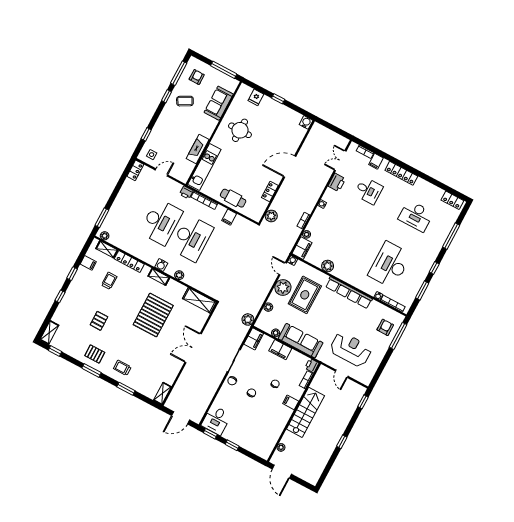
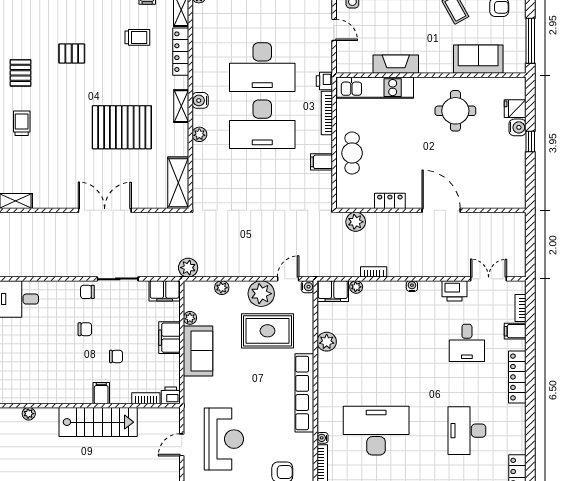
water cooler: (306, 122) -> (518, 127), moved
sofa: (301, 341) -> (198, 351), width x0.73

